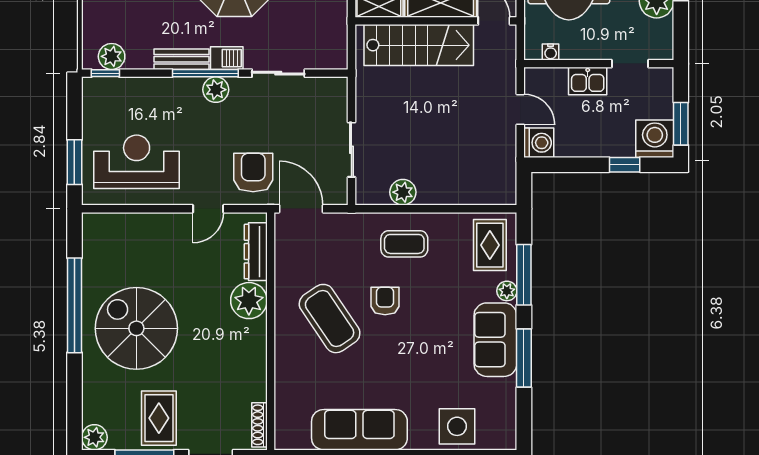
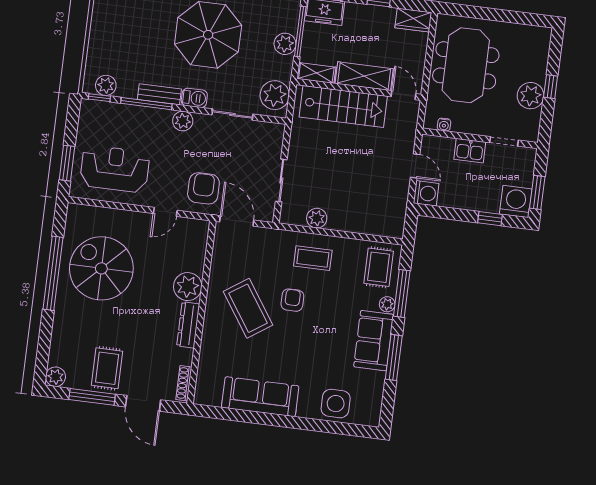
plant: (329, 42) -> (275, 95), added
window: (205, 73) -> (146, 104), moved
dresser: (256, 252) -> (188, 325), moved
spiral stairs: (136, 328) -> (101, 268), moved

